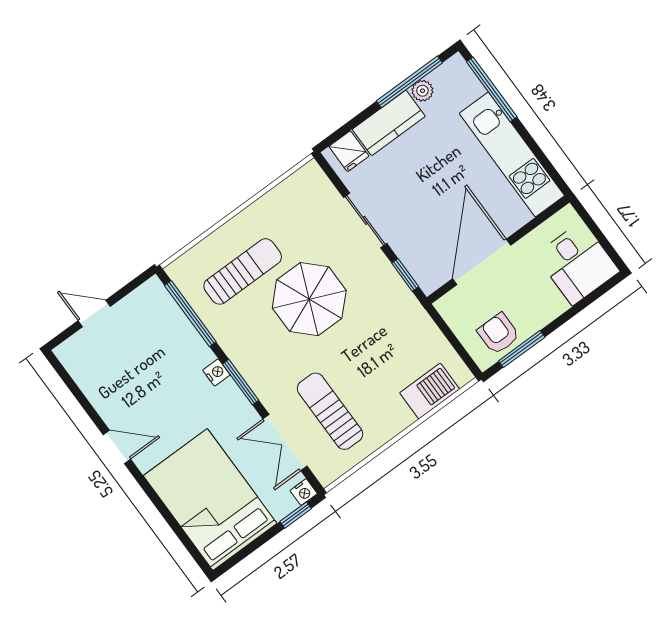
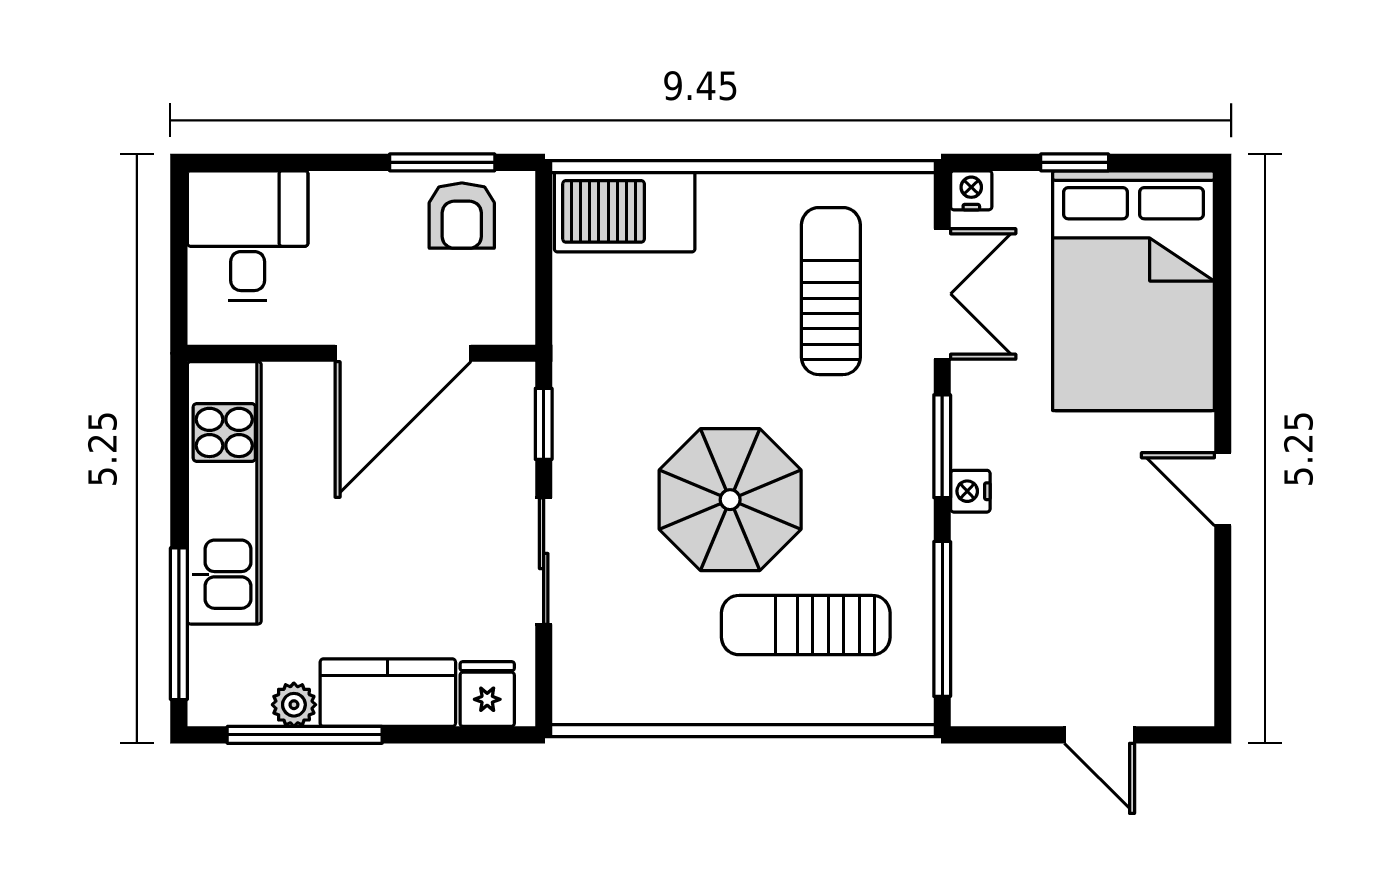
barbecue: (430, 391) -> (625, 211), width x1.37, depth x1.21
sun lounger: (330, 411) -> (831, 291), turned 180
window: (296, 515) -> (1075, 162), moved

